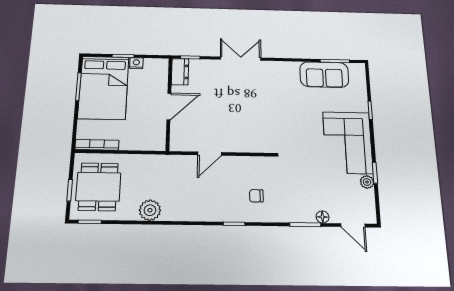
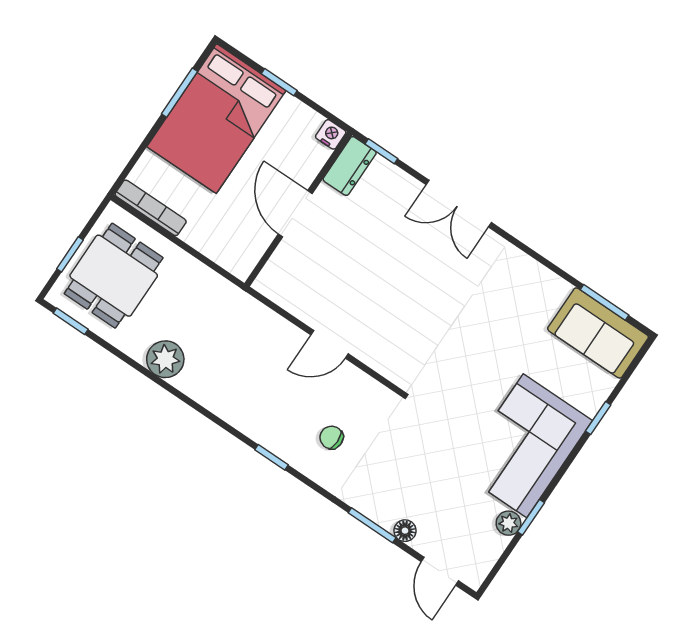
double door: (241, 59) -> (459, 204), swing flipped
nightstand: (136, 63) -> (331, 134), moved
sofa: (324, 75) -> (598, 333), moved
door: (169, 106) -> (295, 214), swing flipped
door: (210, 154) -> (330, 344), moved

